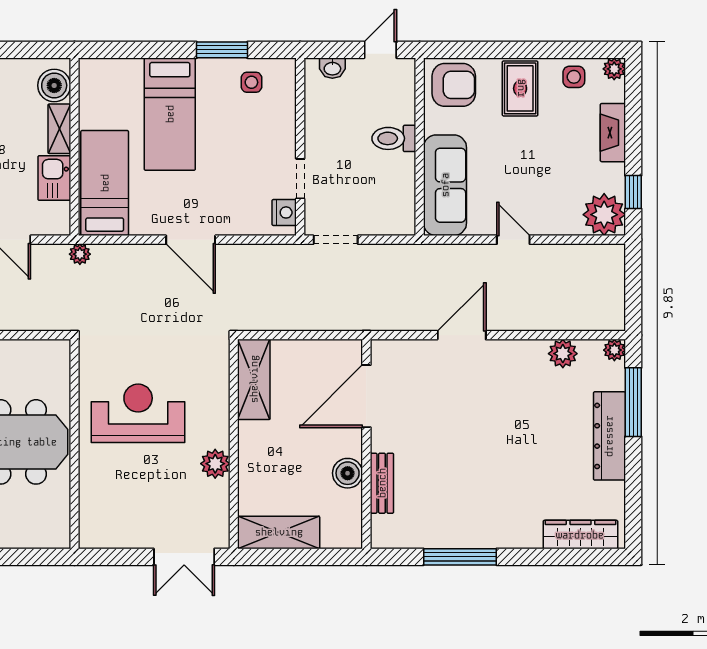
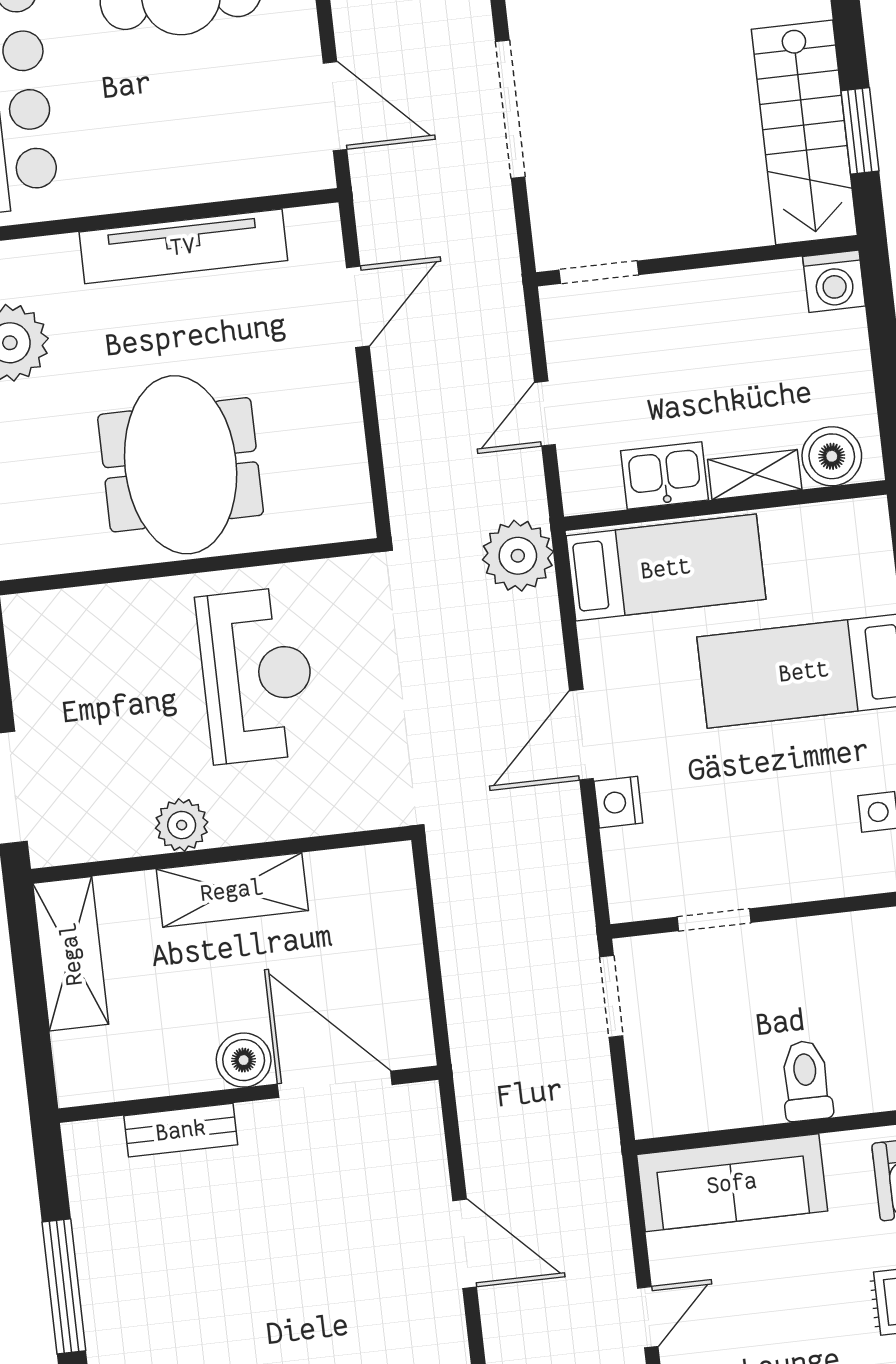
nightstand: (284, 212) -> (618, 802), moved, turned 90
plant: (80, 254) -> (518, 556), width x1.87, depth x1.87
shelving: (254, 379) -> (232, 890), moved
boiler: (348, 473) -> (244, 1060), moved

